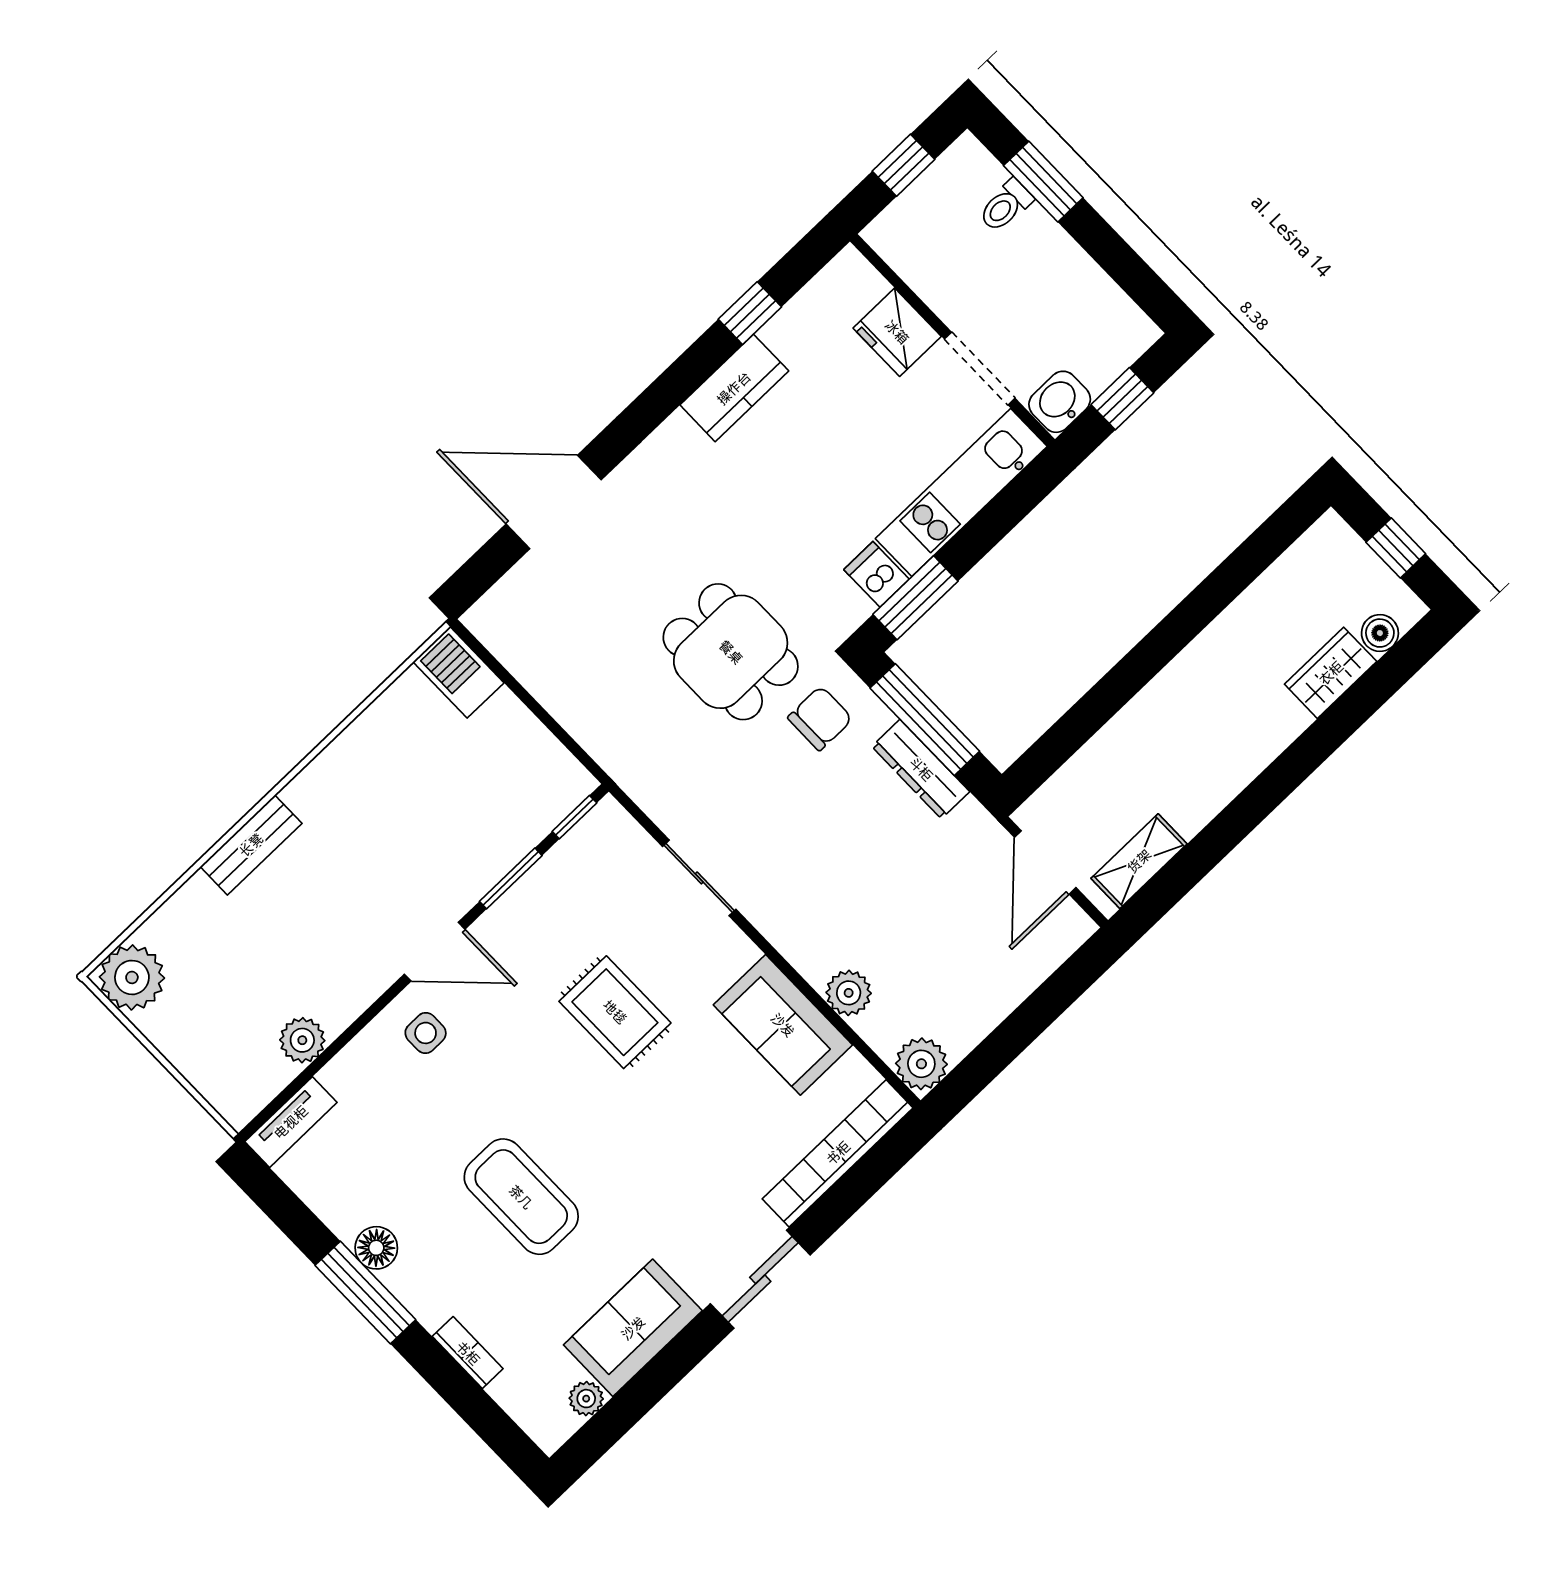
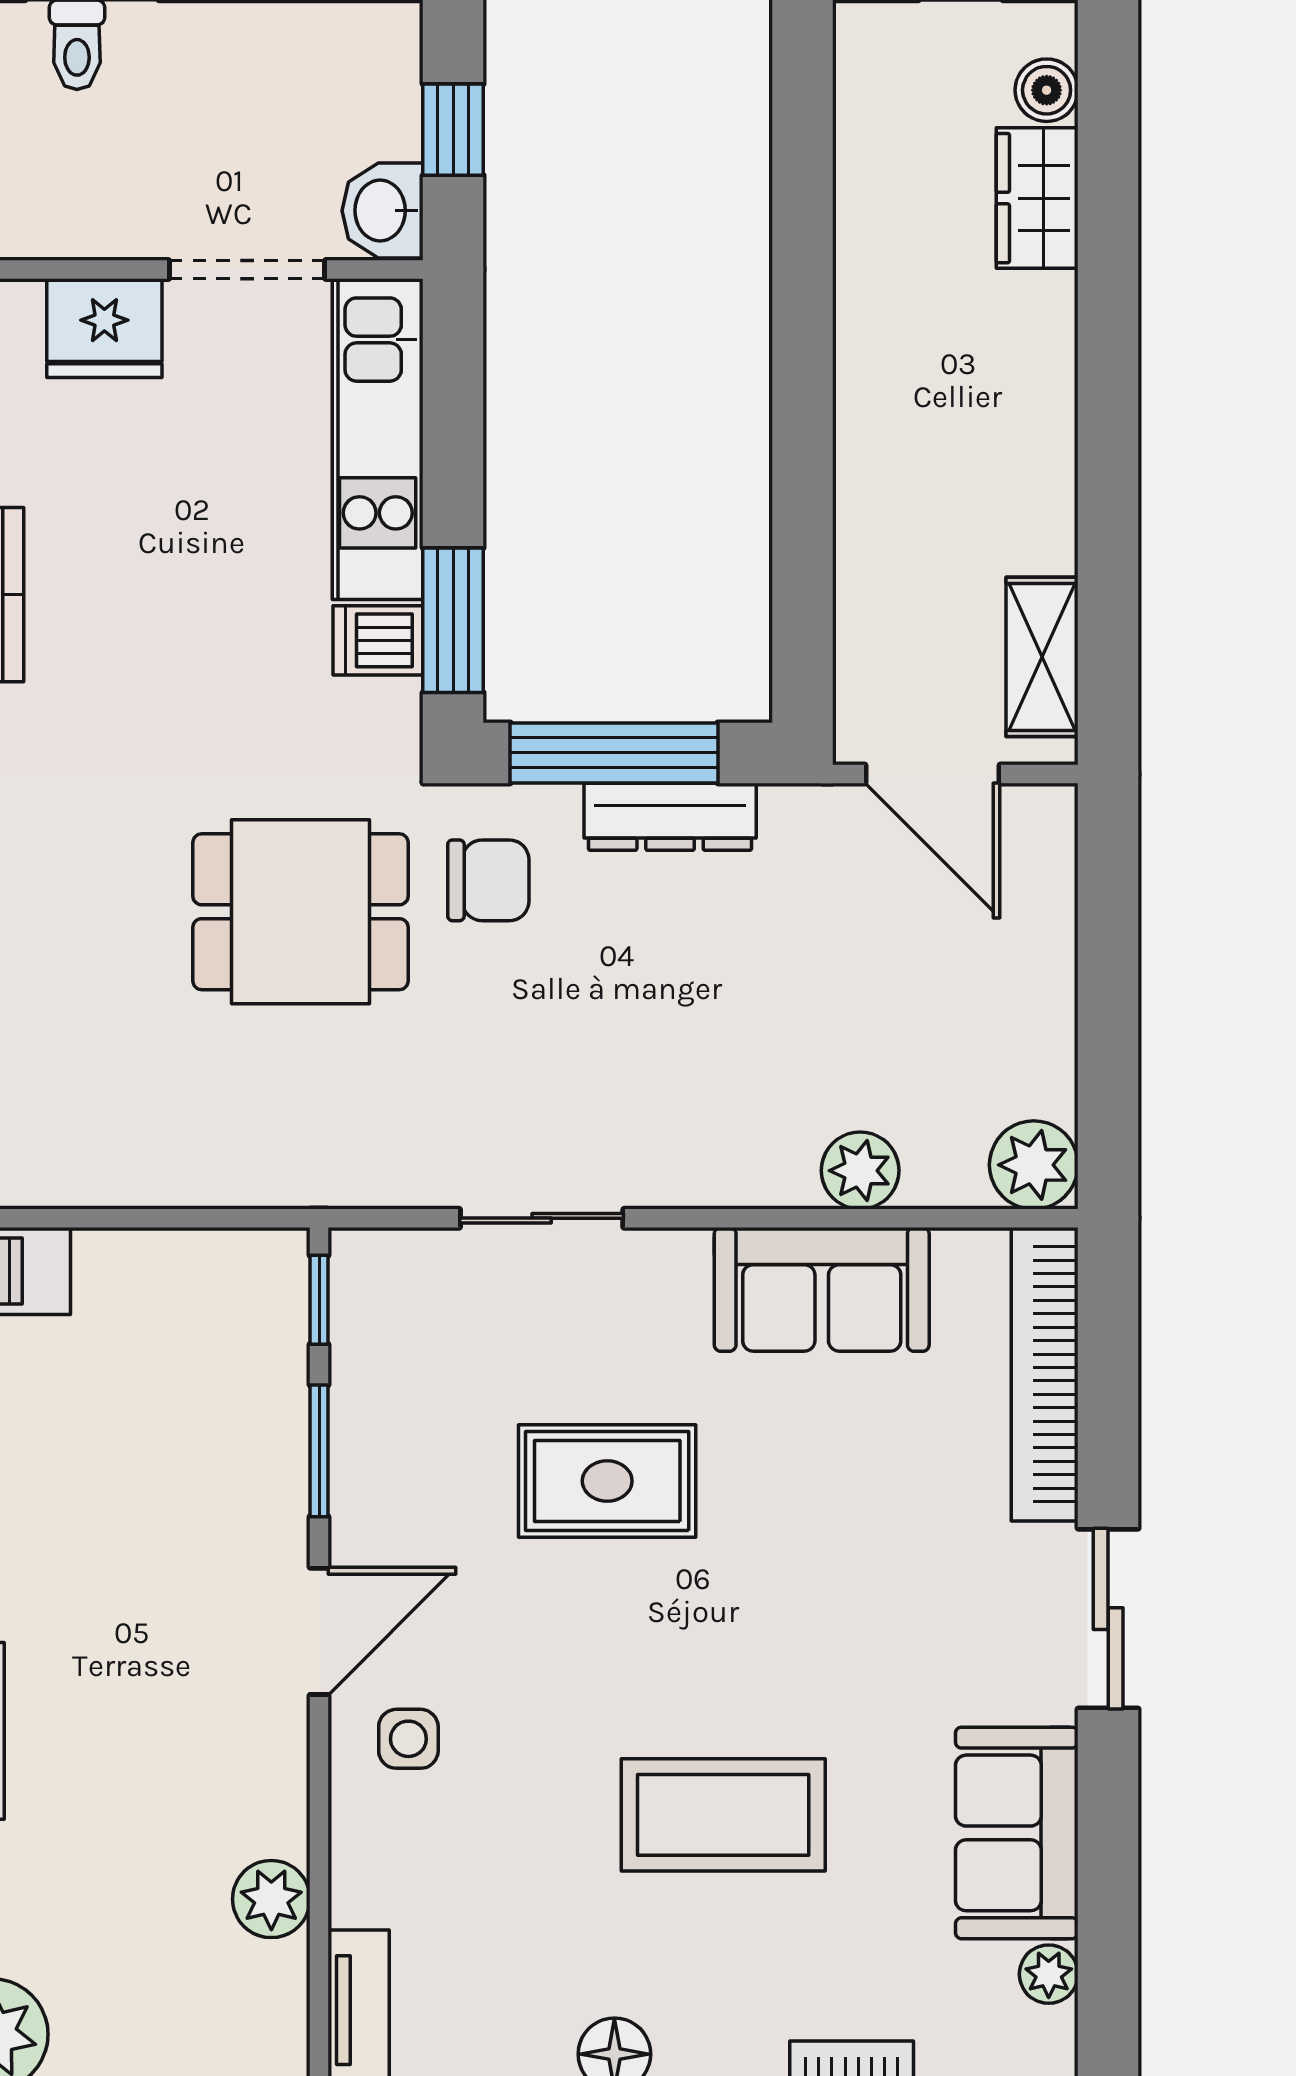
chair: (820, 718) -> (488, 880), turned 90

